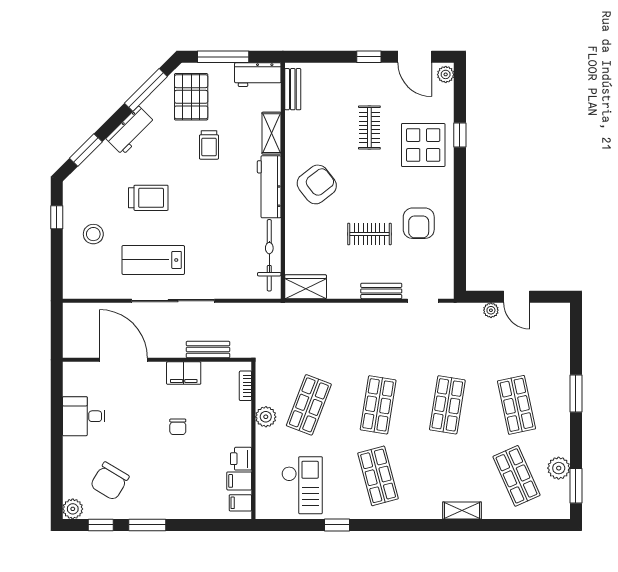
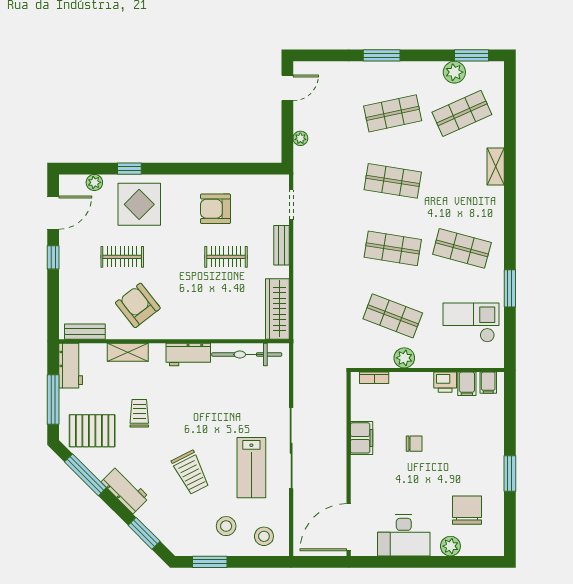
plant: (446, 74) -> (94, 182), moved
trolley: (209, 145) -> (139, 413), turned -90
armchair: (317, 184) -> (138, 305), moved
workbench: (269, 187) -> (188, 355), width x0.73
trolley: (148, 198) -> (191, 472), turned 153
window: (57, 217) -> (210, 562), width x1.50
armchair: (419, 223) -> (216, 209), turned 180
clothes rail: (369, 234) -> (226, 257), turned 90
stool: (83, 273) -> (264, 536), added
wardrobe: (306, 287) -> (277, 309), width x1.50
door: (517, 297) -> (287, 88), moved
bench: (208, 349) -> (339, 414), removed
door: (123, 360) -> (349, 527), moved
desk: (84, 416) -> (404, 535), width x1.37
shop shelf: (378, 476) -> (462, 248), turned 30
chair: (110, 481) -> (467, 510), turned -121
plant: (73, 509) -> (450, 546), moved
window: (101, 525) -> (510, 519), removed
window: (337, 525) -> (510, 288), width x1.50

